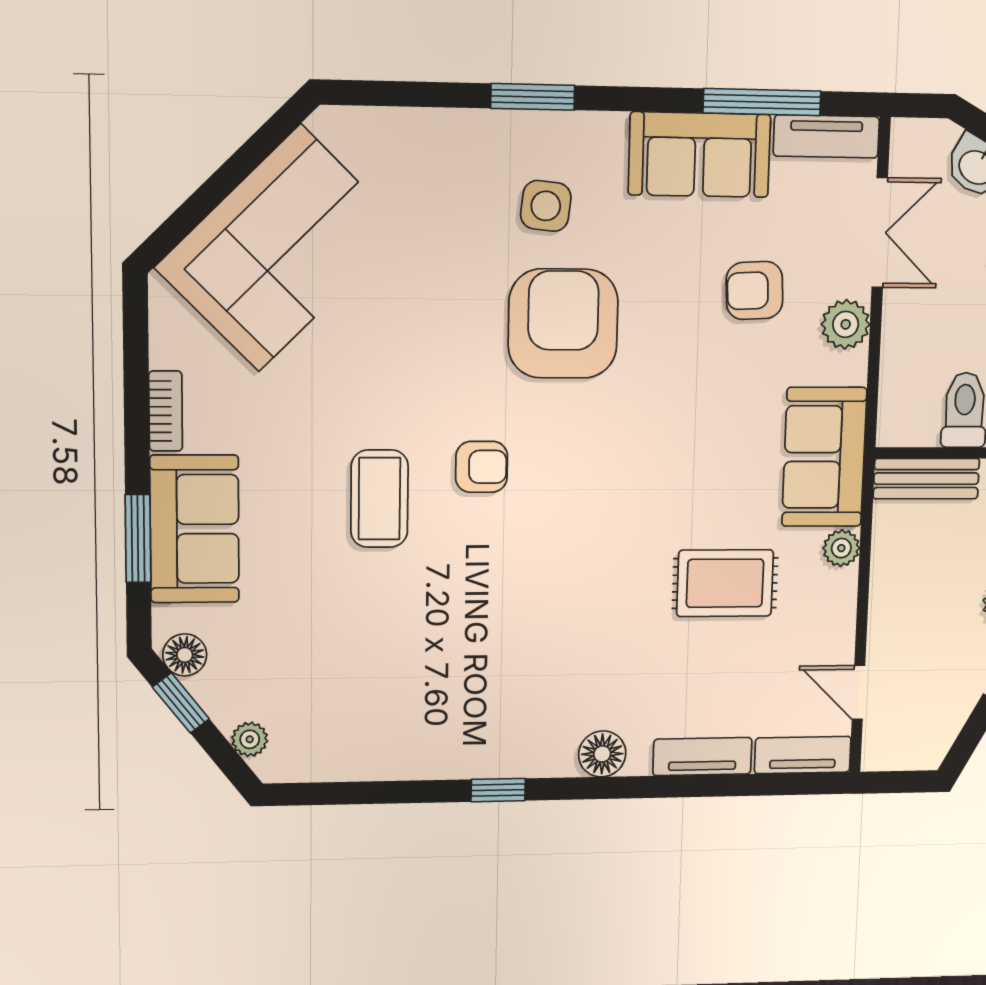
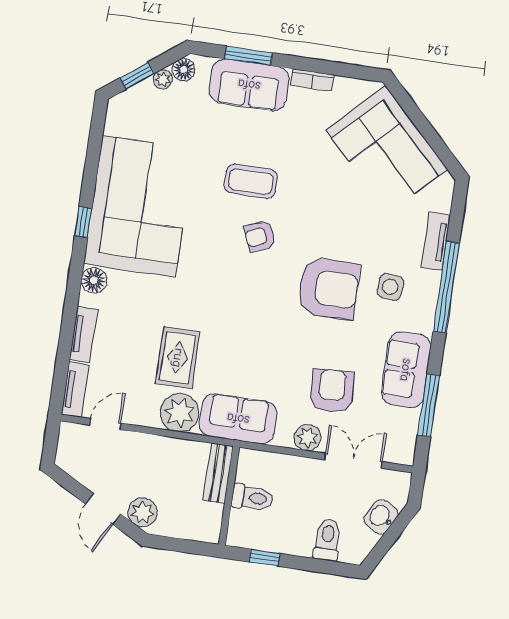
window: (533, 97) -> (446, 287), width x2.11
tv unit: (826, 136) -> (436, 241), moved
double door: (880, 233) -> (353, 461), swing flipped
armchair: (754, 290) -> (332, 391), width x1.38, depth x1.38
armchair: (482, 467) -> (260, 236), turned 67
plant: (841, 548) -> (180, 413), width x1.88, depth x1.88
corner sofa: (455, 696) -> (139, 206), added
window: (181, 703) -> (137, 76), moved
plant: (250, 739) -> (163, 79), moved

